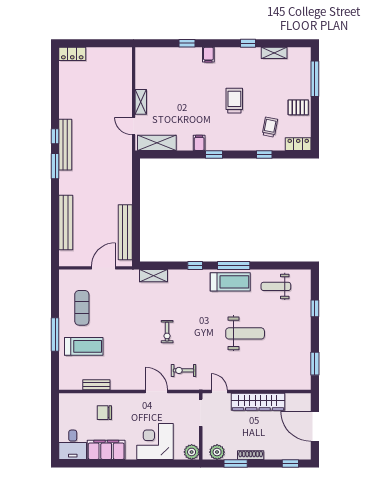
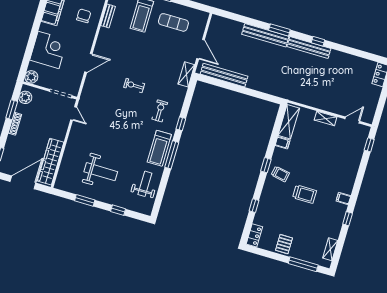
window: (187, 43) -> (369, 145), moved
shelving: (274, 53) -> (330, 249), moved
filing cabinet: (208, 55) -> (343, 198), moved
door: (134, 126) -> (352, 120), moved
trolley: (270, 127) -> (280, 174), moved
filing cabinet: (199, 143) -> (283, 143), moved
window: (55, 166) -> (279, 30), moved
bench: (66, 223) -> (265, 35), moved
shelving: (153, 276) -> (186, 74), moved
weight bench: (245, 333) -> (101, 172), moved, turned -90
window: (315, 364) -> (85, 200), moved
exercise bike: (184, 370) -> (160, 111), moved
door: (219, 391) -> (74, 113), hinge flipped
wardrobe: (258, 402) -> (51, 162), moved

